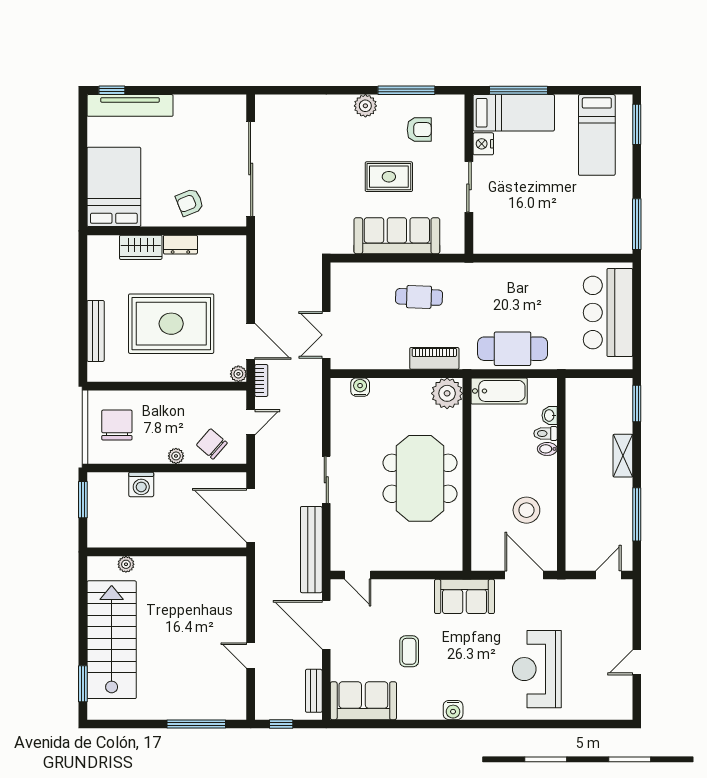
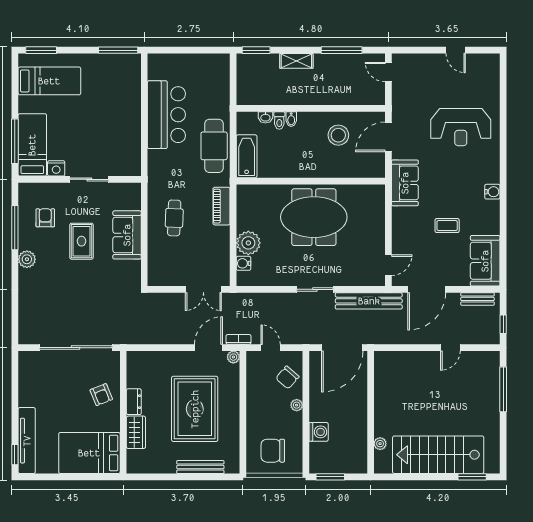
sofa: (397, 236) -> (127, 235), width x0.73
bar counter: (608, 313) -> (166, 115), moved, turned -90
plant: (447, 393) -> (248, 243), moved

